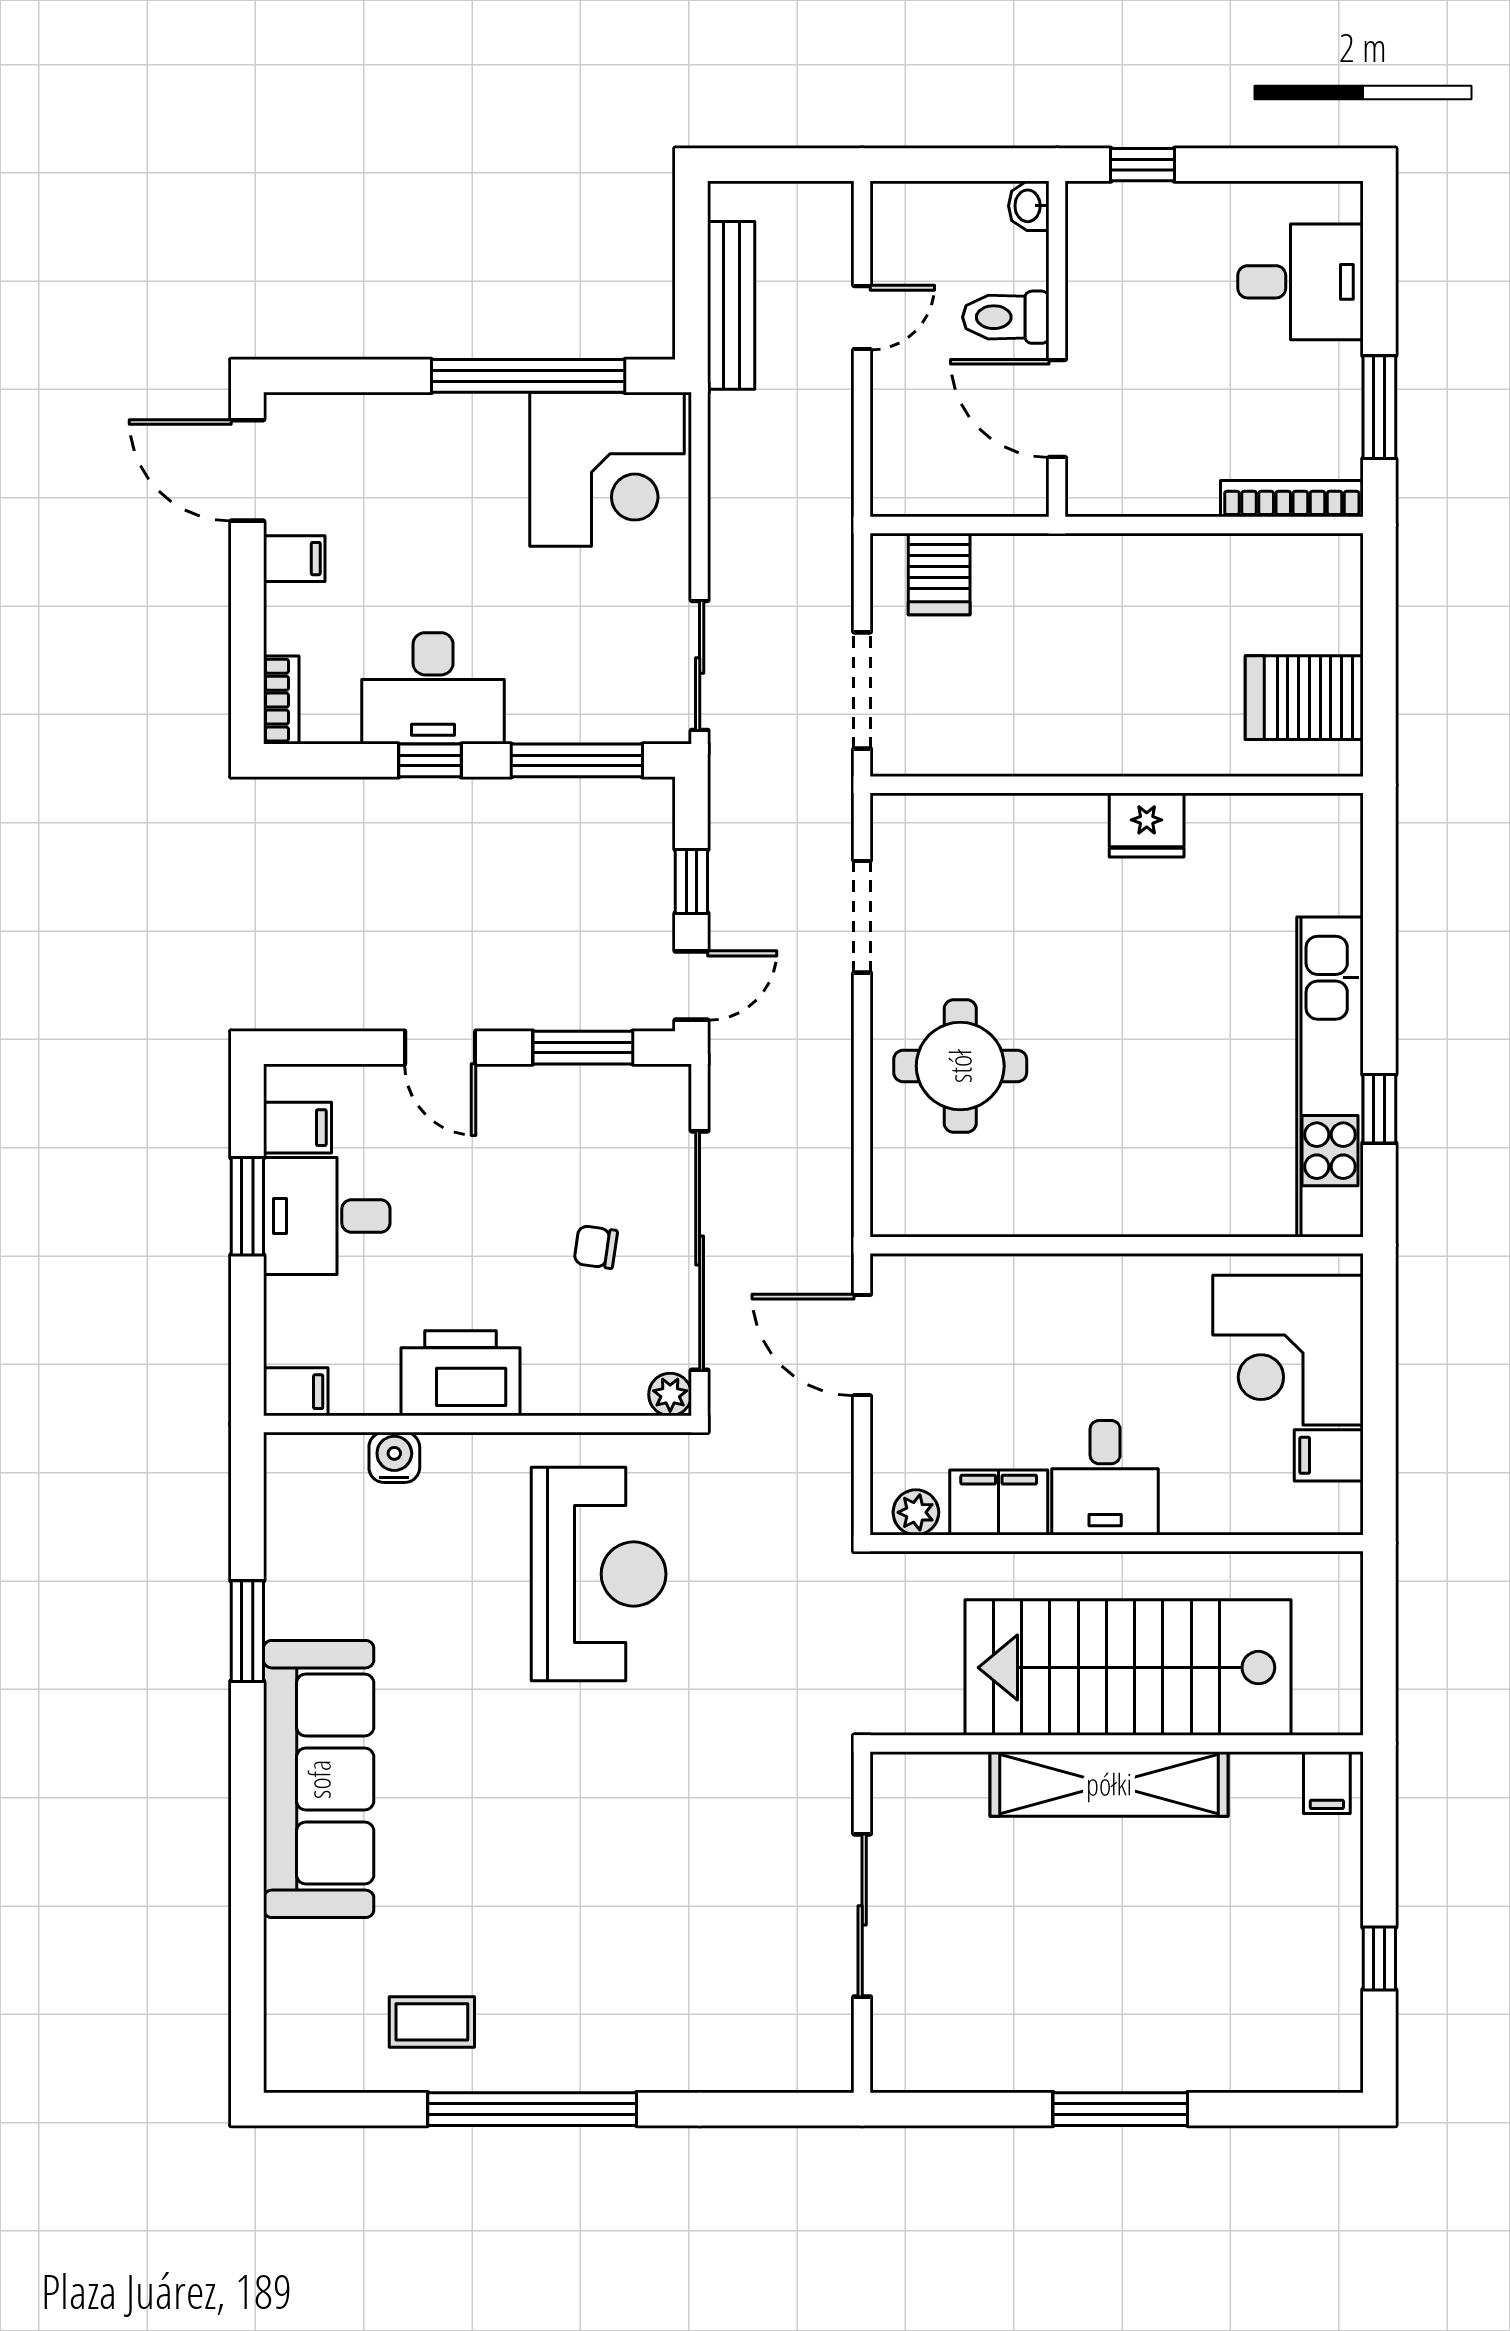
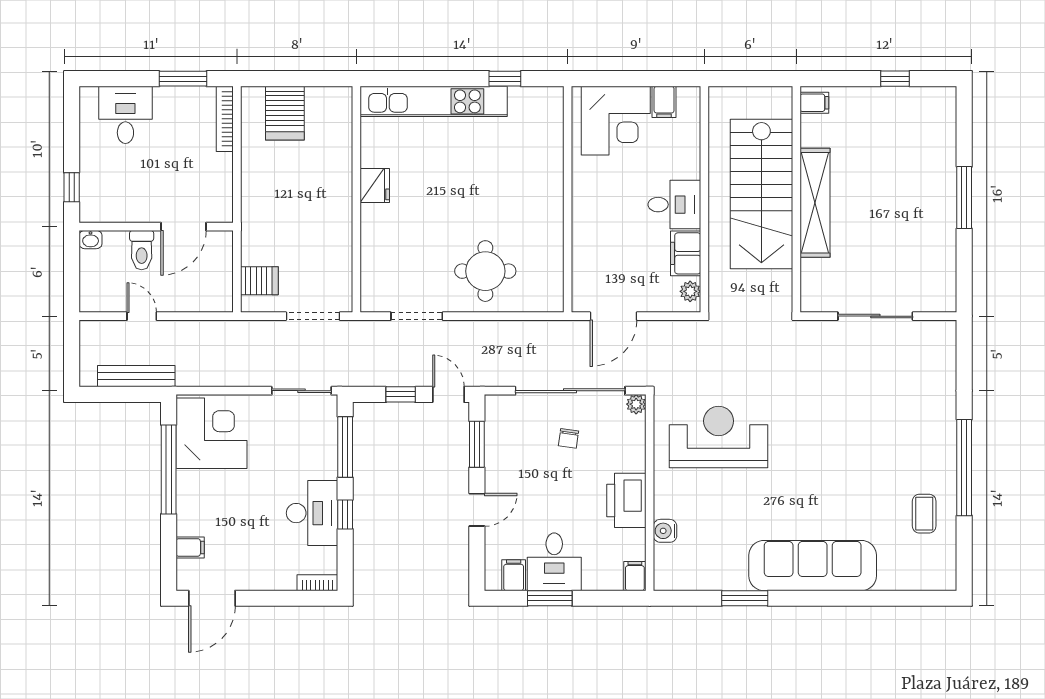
filing cabinet: (294, 559) -> (190, 547), moved, turned 90
server rack: (1304, 698) -> (285, 113), moved
kitchen unit: (1330, 1077) -> (434, 101), moved

